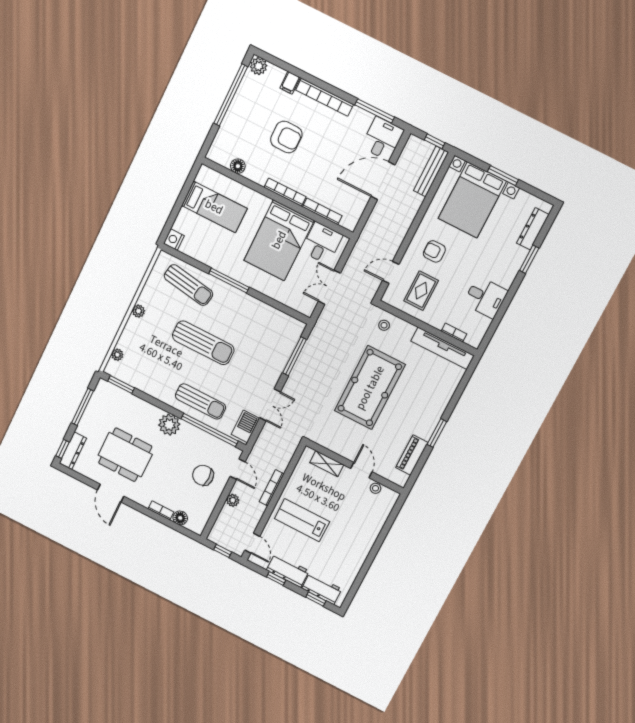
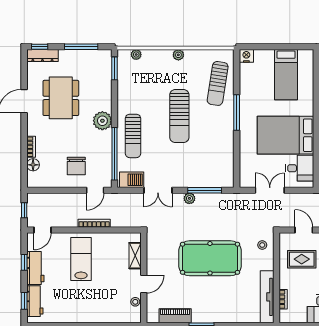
chair: (203, 475) -> (76, 166), turned 180
plant: (233, 500) -> (189, 198), moved

